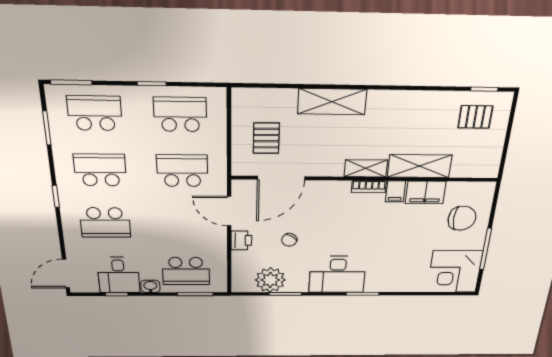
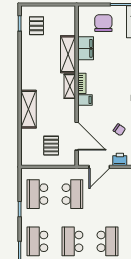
pallet: (266, 138) -> (51, 146), turned 90
school desk: (182, 171) -> (72, 194), turned 180
filing cabinet: (396, 191) -> (85, 100), moved

